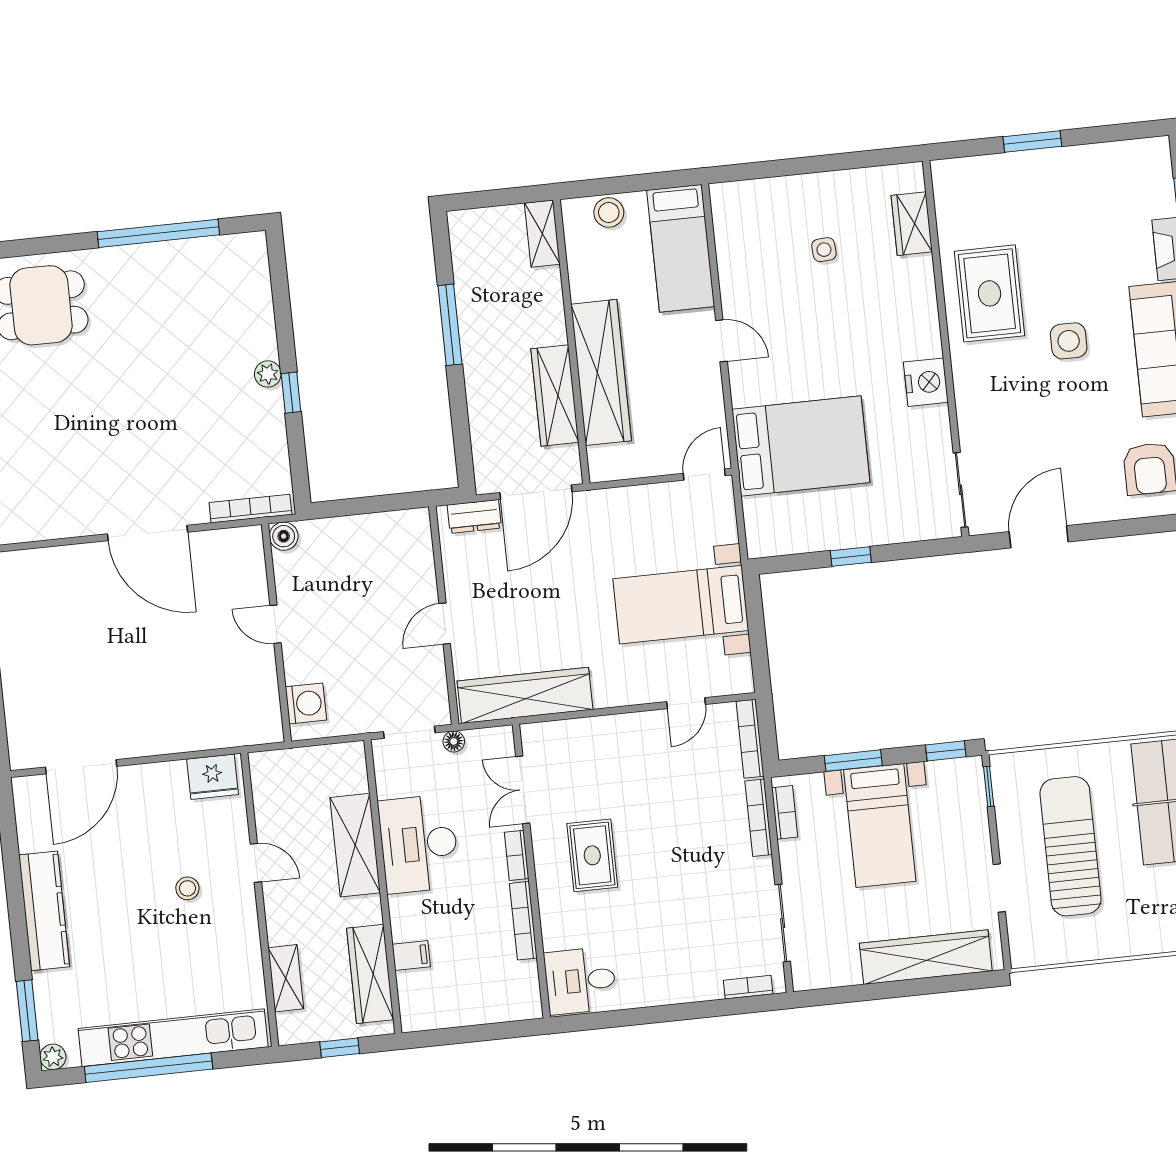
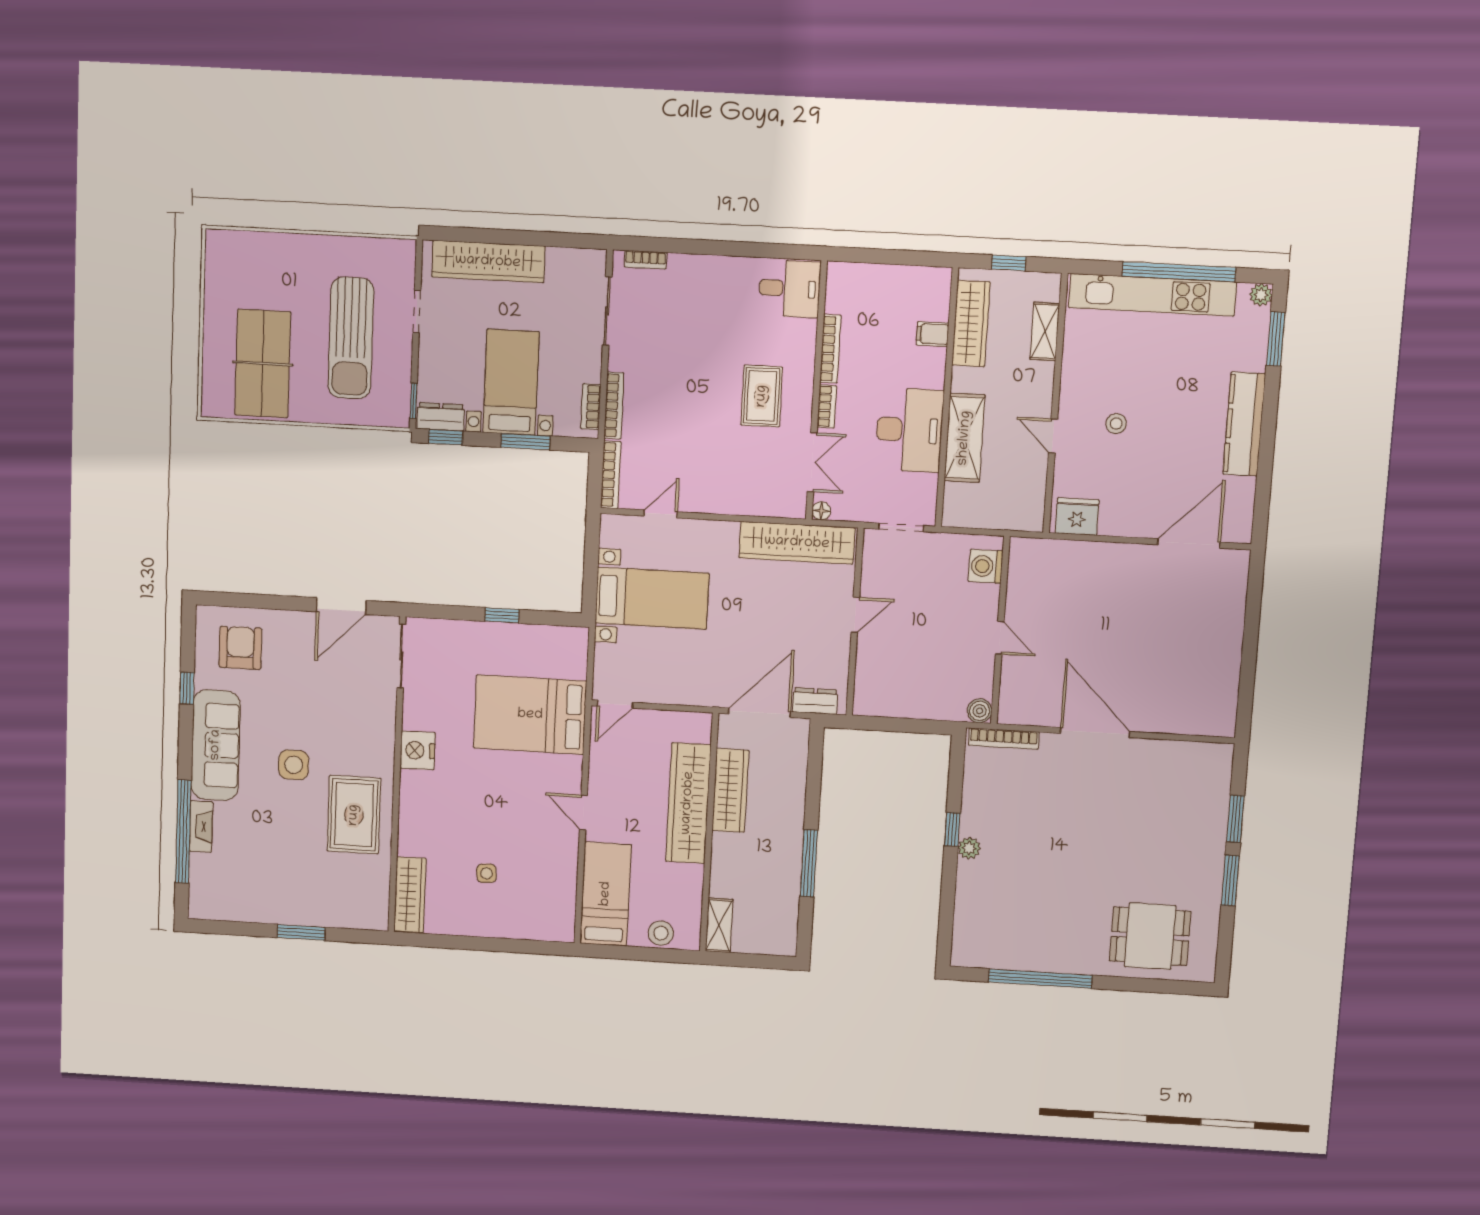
wardrobe: (912, 224) -> (410, 895), width x1.50
floor lamp: (454, 741) -> (821, 511), moved
dresser: (955, 773) -> (441, 417), added

